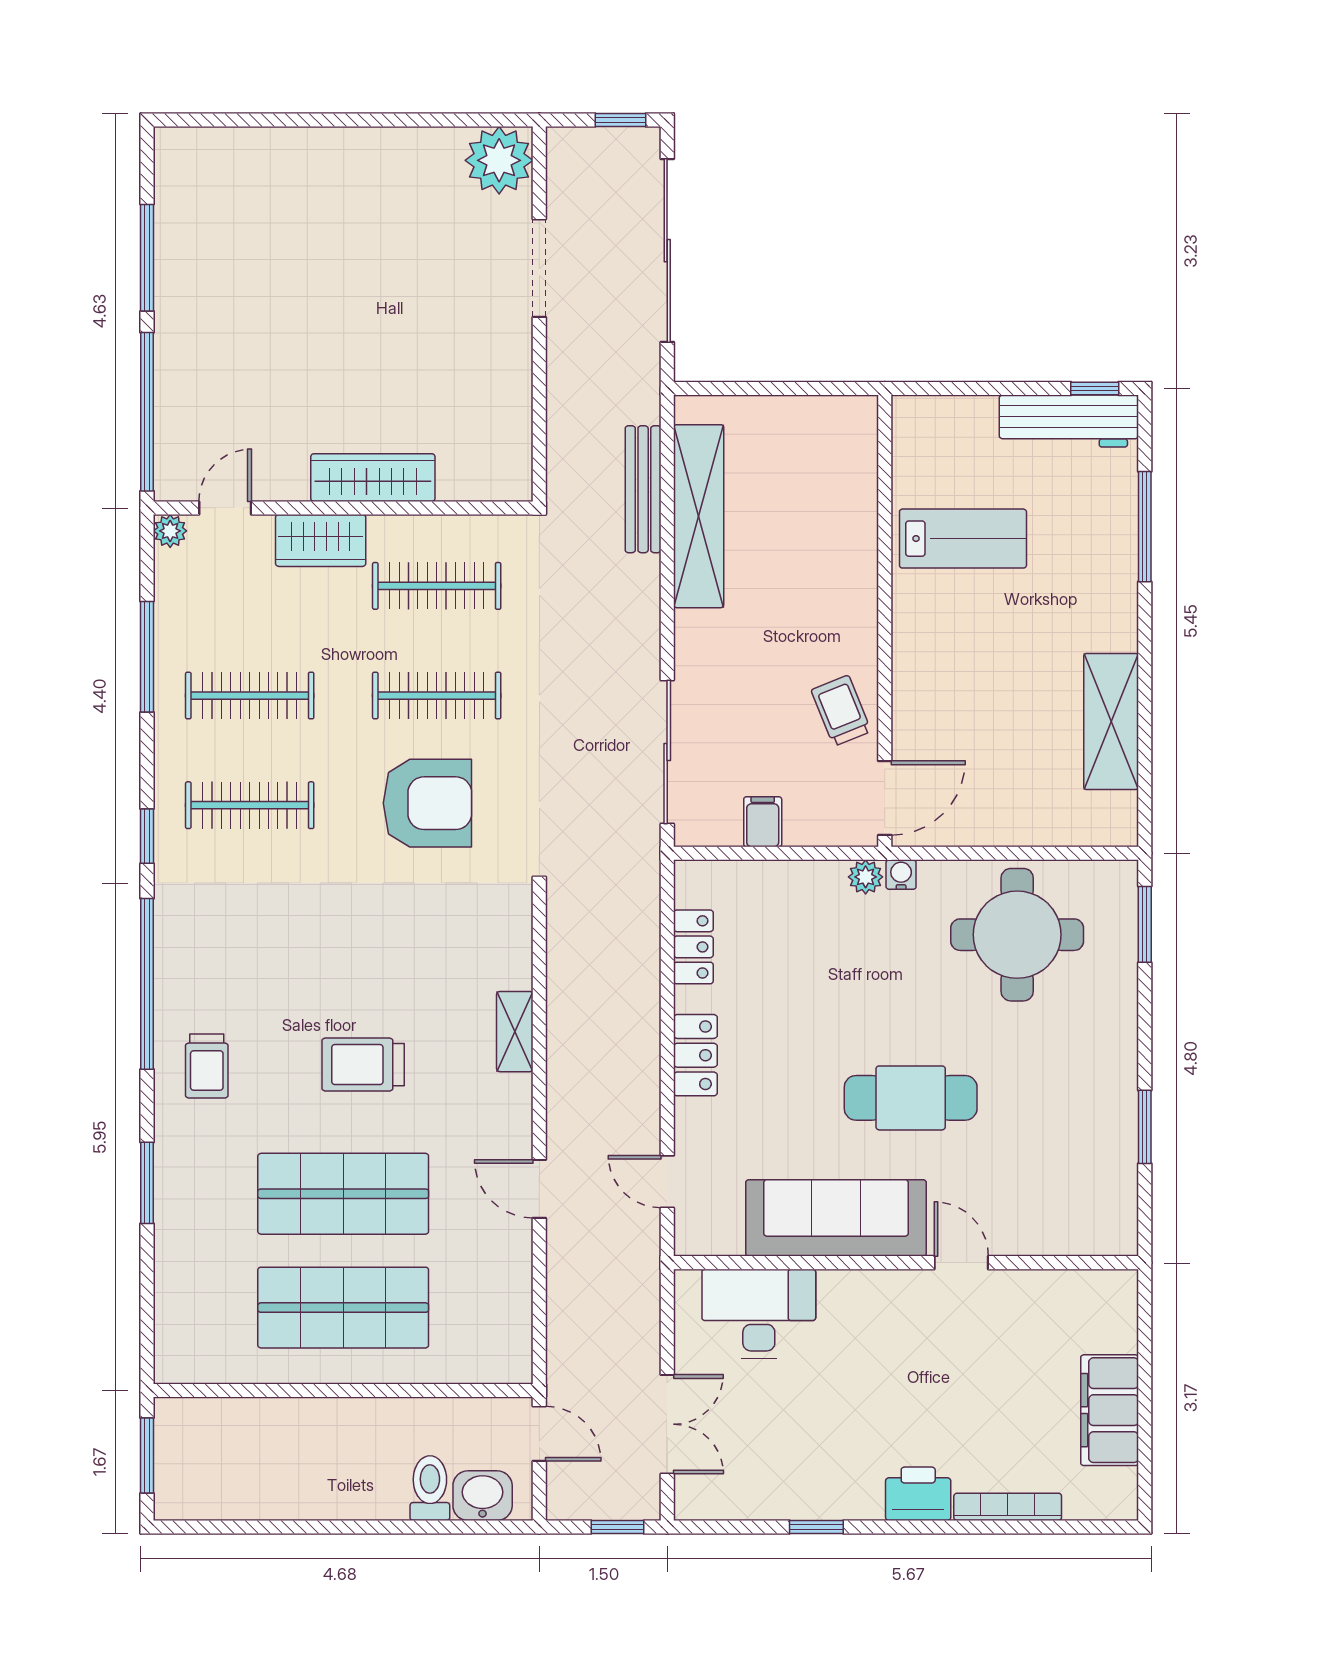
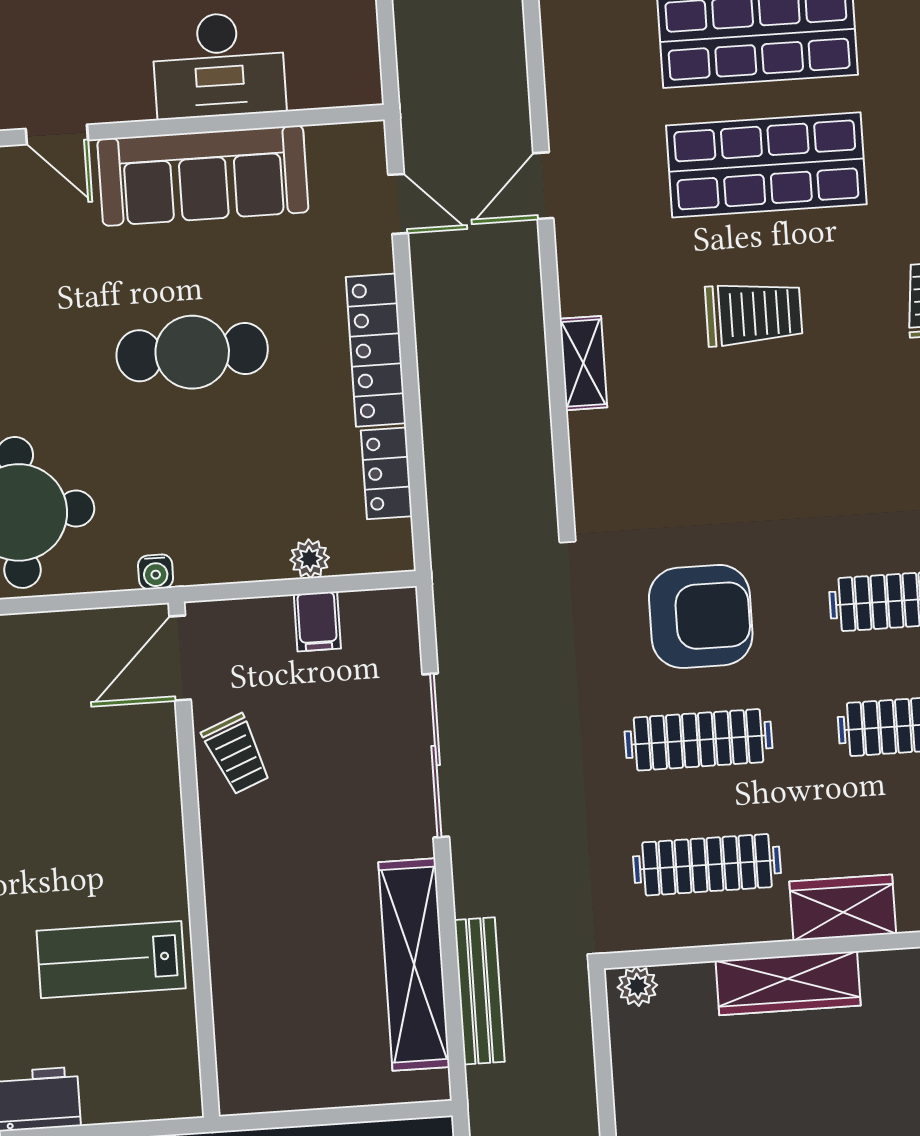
plant: (505, 484) -> (637, 986), added
sliding door: (667, 752) -> (436, 756), moved
armchair: (427, 803) -> (701, 616), turned 180
plant: (866, 877) -> (310, 559), moved
locker: (695, 1055) -> (376, 350), width x1.53
cafe table: (911, 1098) -> (192, 352), moved
door: (539, 1189) -> (543, 186), swing flipped
desk: (759, 1314) -> (219, 65), moved

